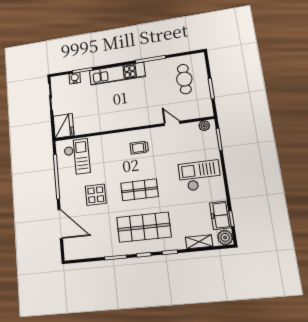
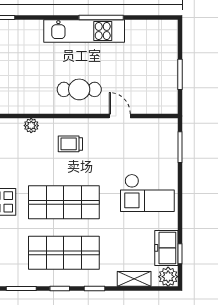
kitchen unit: (117, 74) -> (84, 31), moved
cafe table: (184, 79) -> (79, 89), moved, turned 90
plant: (204, 126) -> (31, 126), moved
checkout: (200, 176) -> (147, 193), turned 180
shop shelf: (139, 190) -> (64, 202), width x1.43, depth x1.36

